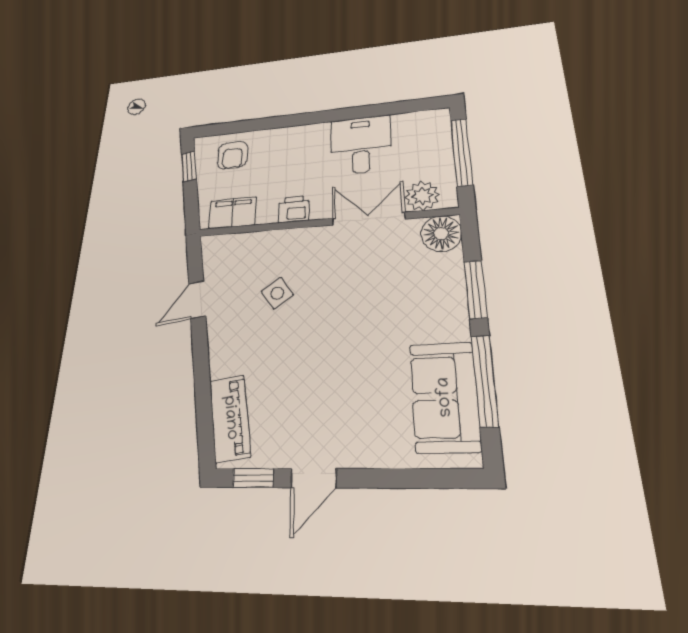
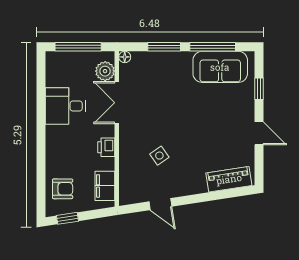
floor lamp: (441, 234) -> (125, 57), width x0.53, depth x0.53
window: (253, 478) -> (259, 89), moved

